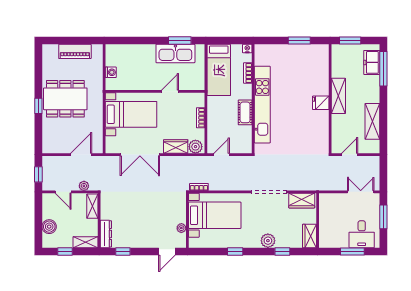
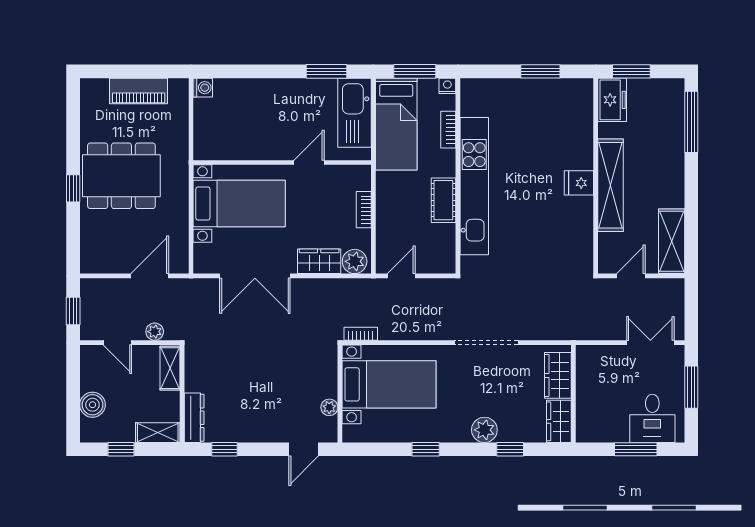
window: (229, 40) -> (415, 71), added
kitchen sink: (175, 53) -> (354, 113), moved, turned 90
freezer: (372, 62) -> (612, 100), moved, turned 180
washing machine: (111, 72) -> (203, 88), moved
shelving: (338, 96) -> (611, 185), width x1.47
shelving: (372, 121) -> (672, 241), moved
wardrobe: (302, 201) -> (558, 375), moved, turned 90

